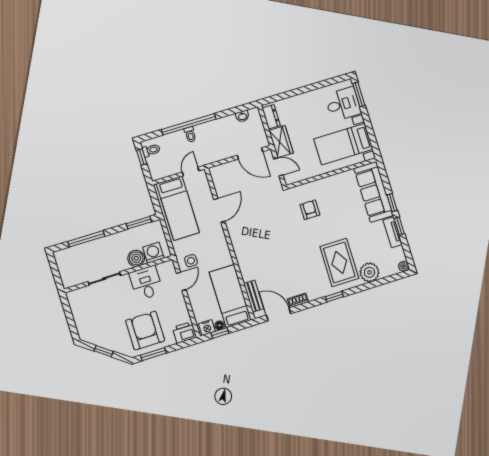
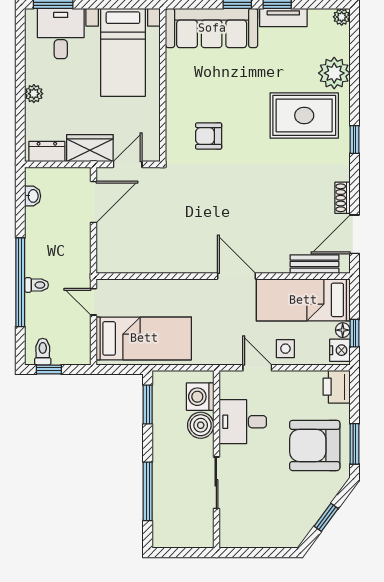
plant: (303, 99) -> (34, 94), added
door: (219, 210) -> (237, 276), moved
side table: (191, 261) -> (285, 349), moved

